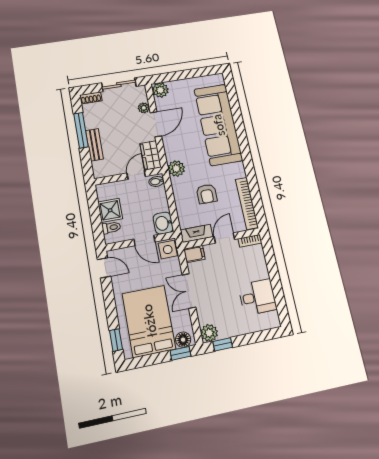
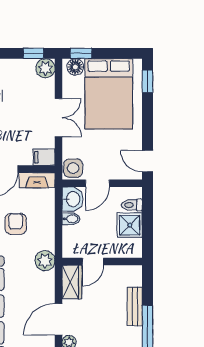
bidet: (156, 181) -> (71, 219), moved
door: (144, 240) -> (97, 183), swing flipped

